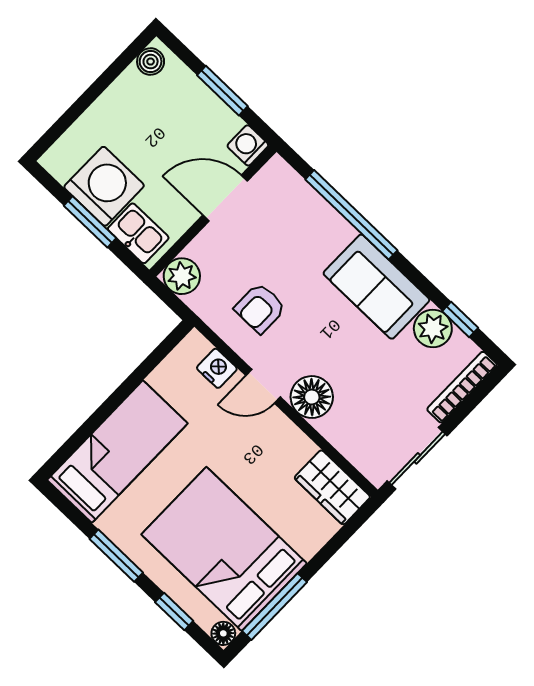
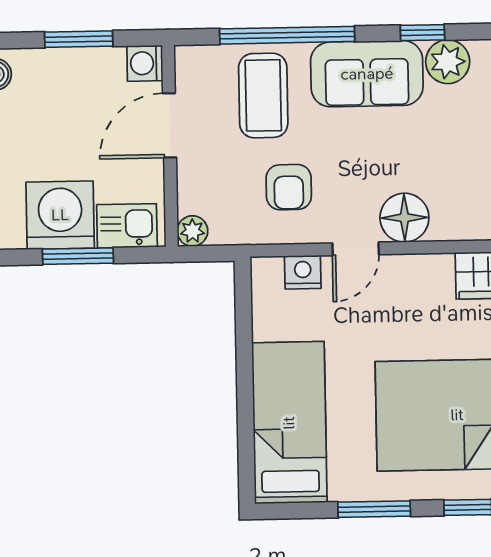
coffee table: (300, 237) -> (263, 95), added
plant: (182, 276) -> (192, 231), width x0.73, depth x0.73
window: (460, 320) -> (422, 33), moved

